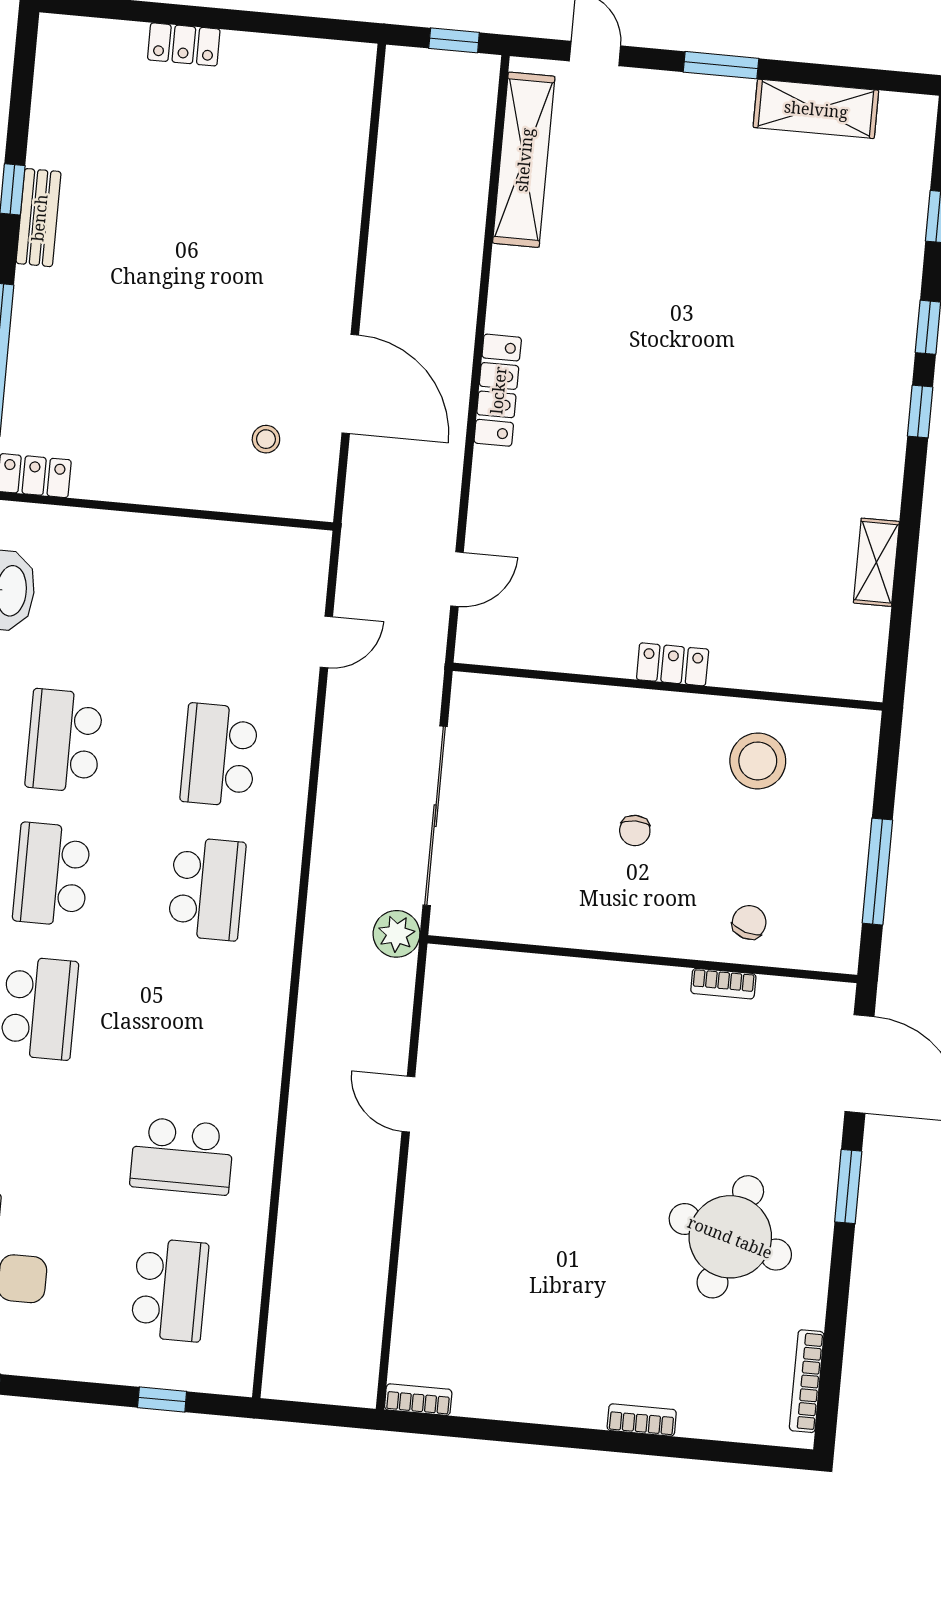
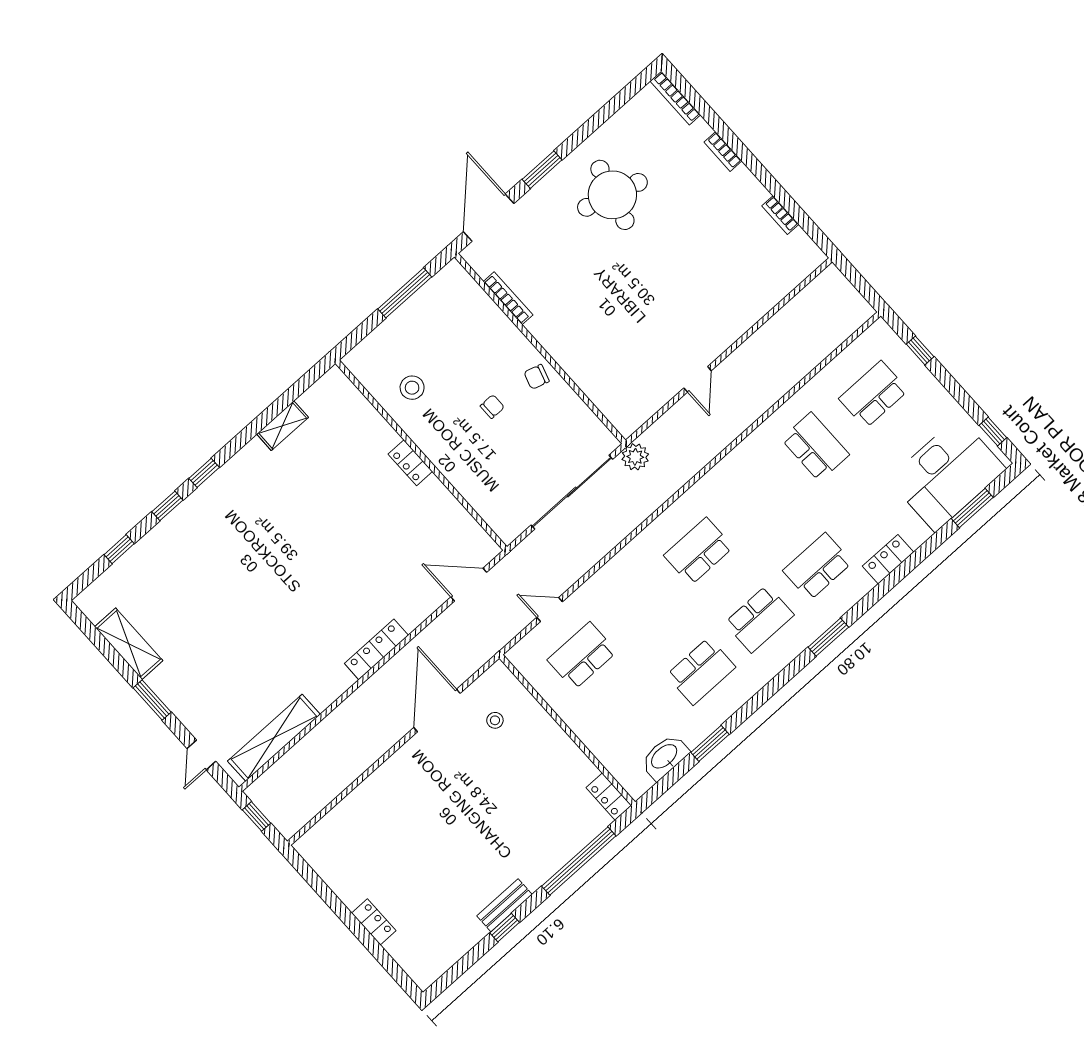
door: (457, 579) -> (469, 585), width x1.38
school desk: (219, 755) -> (582, 656), moved, turned 180
stool: (758, 761) -> (412, 388), width x0.73, depth x0.73
chair: (749, 922) -> (537, 377), moved
bookcase: (723, 984) -> (508, 298), width x1.56
bookcase: (807, 1381) -> (675, 98), moved, turned 90
bookcase: (418, 1400) -> (780, 215), moved

